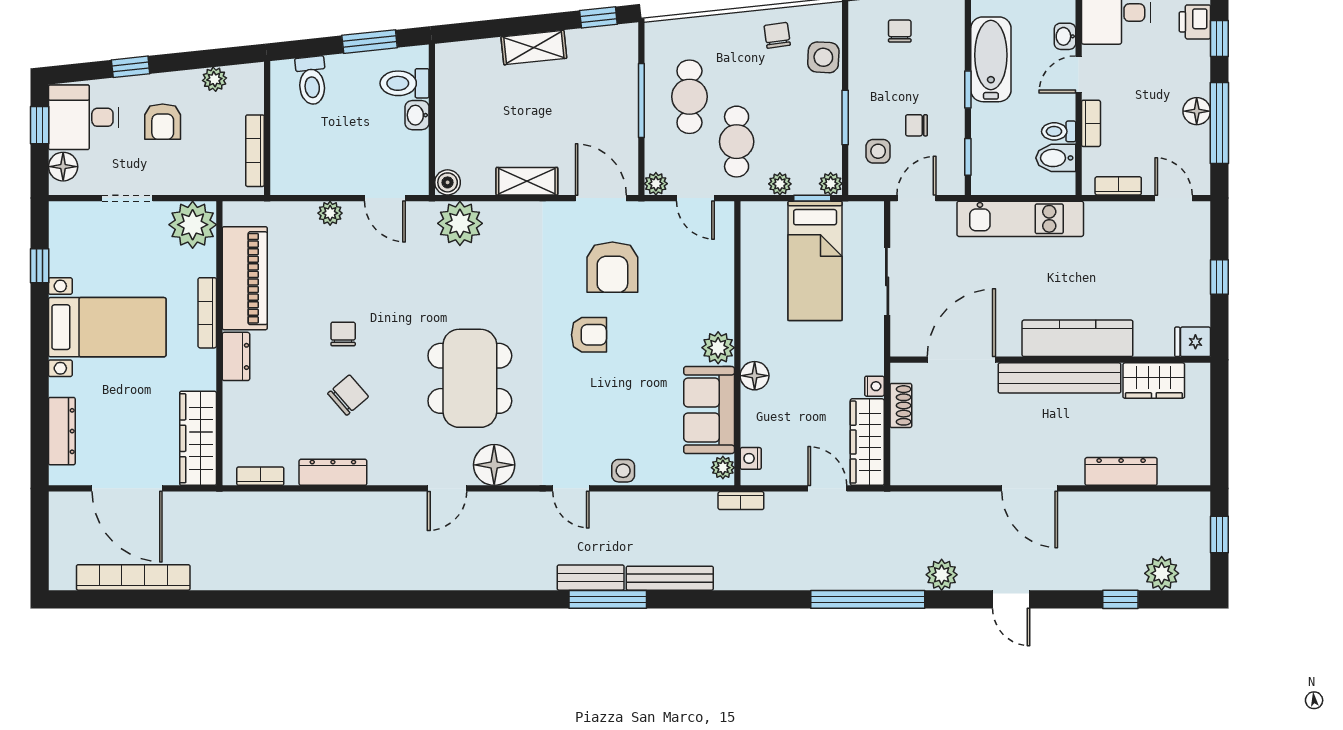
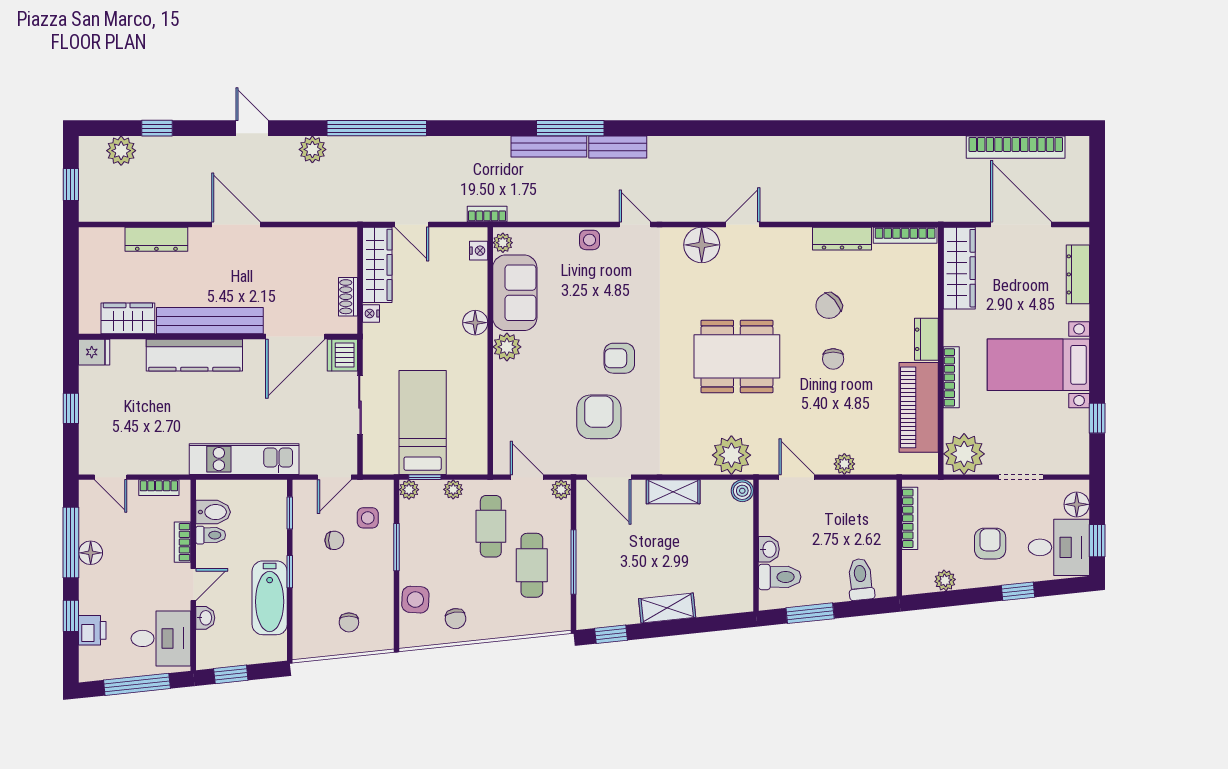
dishwasher: (907, 338) -> (342, 355), added
dining table: (470, 378) -> (737, 356), moved, turned 90
bookcase: (260, 476) -> (905, 235), width x1.56
window: (608, 599) -> (570, 128), moved

